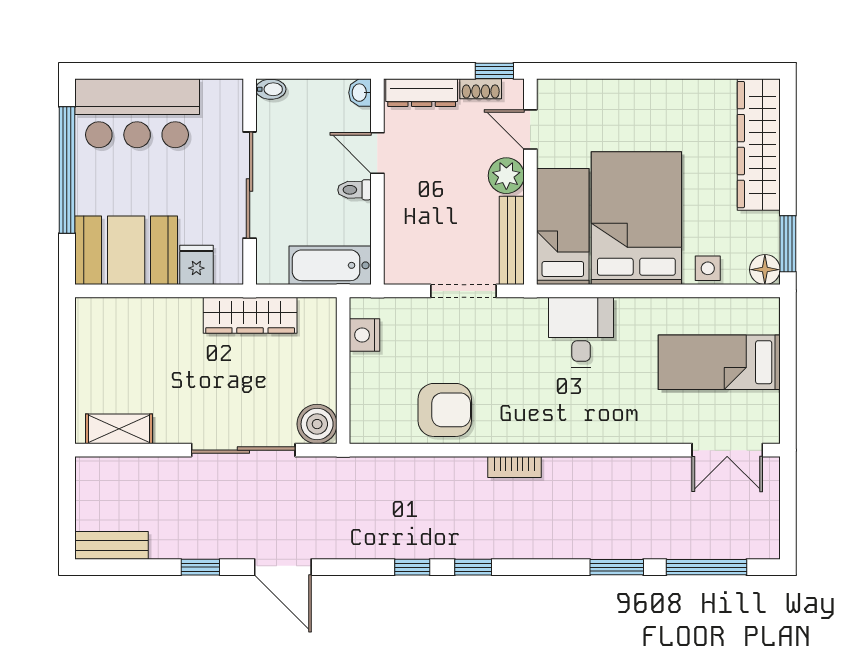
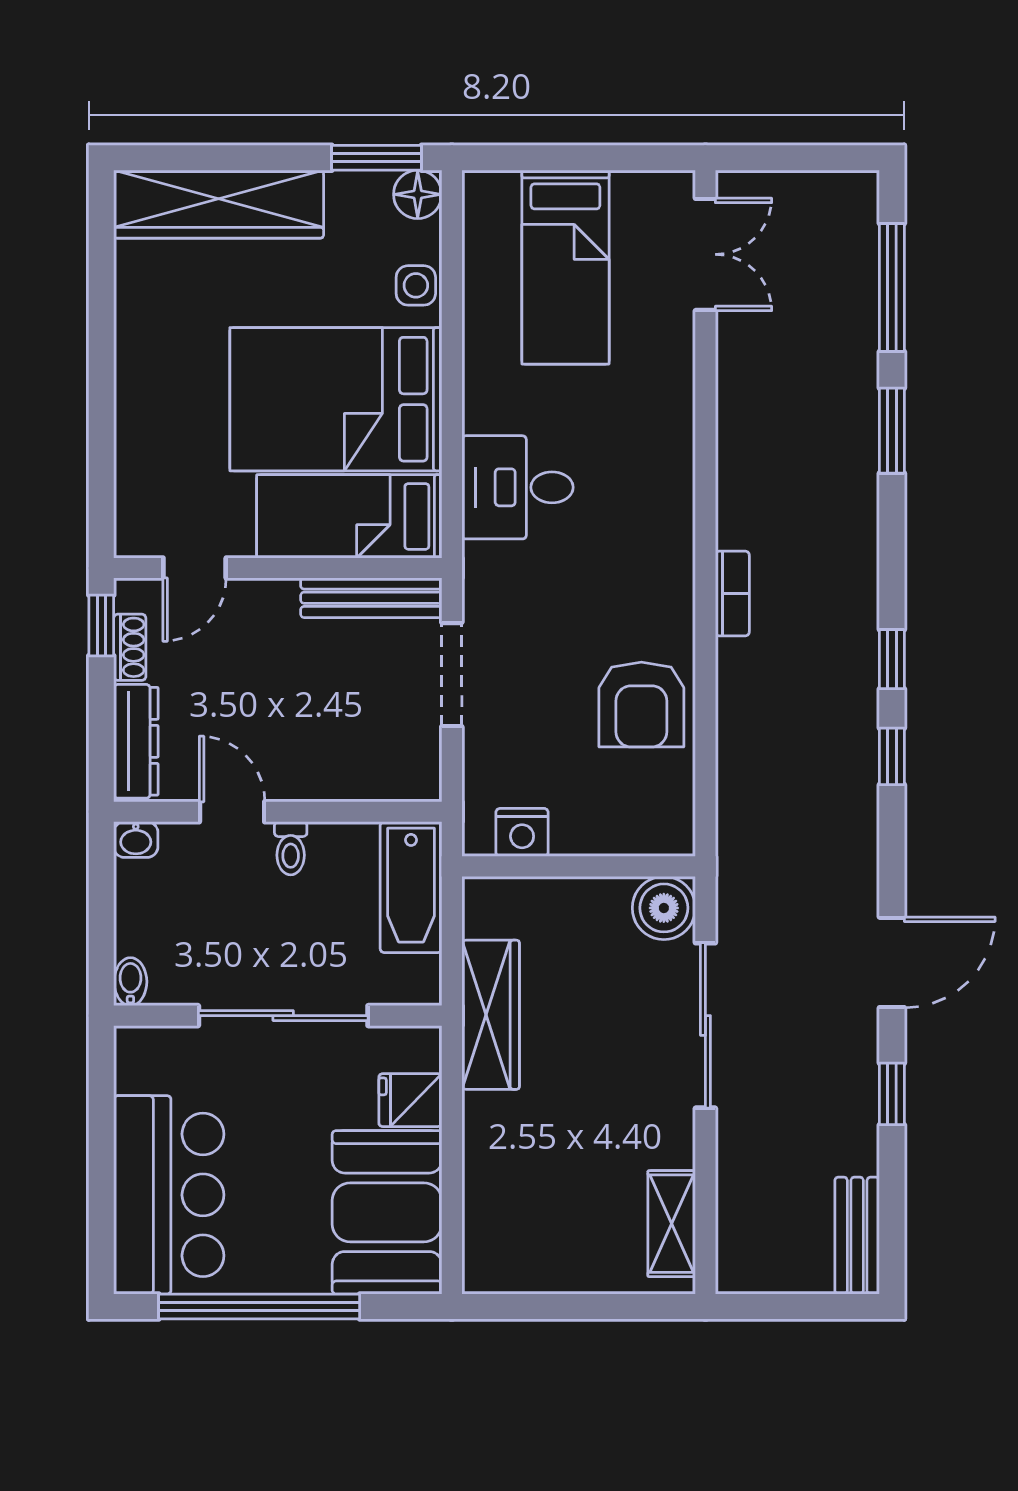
door: (377, 153) -> (232, 812), swing flipped
plant: (506, 176) -> (268, 607), removed
armchair: (445, 410) -> (641, 704), turned 180

